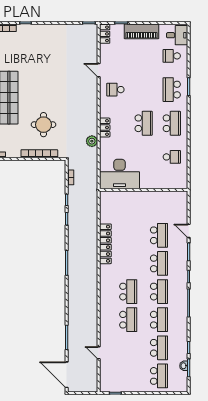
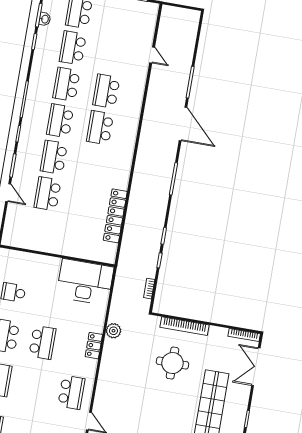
school desk: (115, 90) -> (71, 392), width x1.85
school desk: (144, 123) -> (42, 342), turned 180
locker: (105, 244) -> (115, 216), moved
door: (67, 375) -> (183, 124), moved

